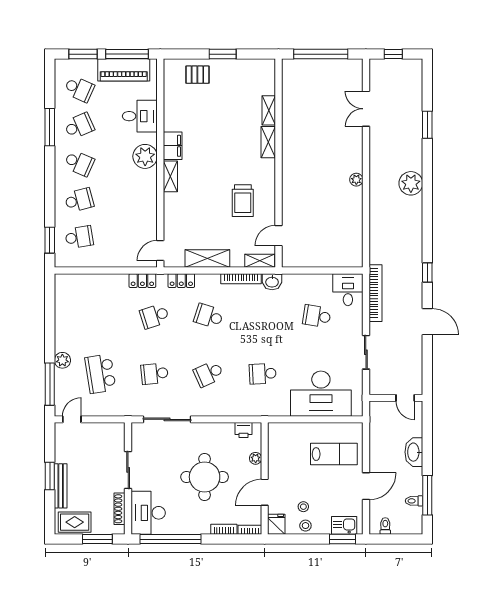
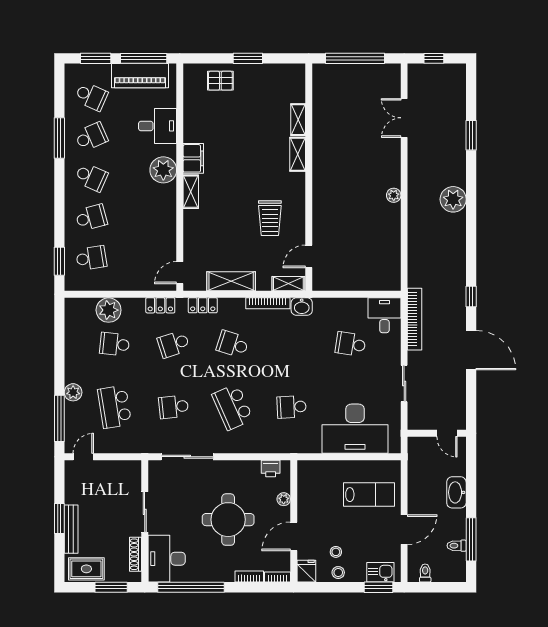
plant: (95, 285) -> (109, 310), added
school desk: (100, 316) -> (115, 344), added
door: (427, 322) -> (471, 350), width x1.36
school desk: (209, 374) -> (233, 407), width x1.85

